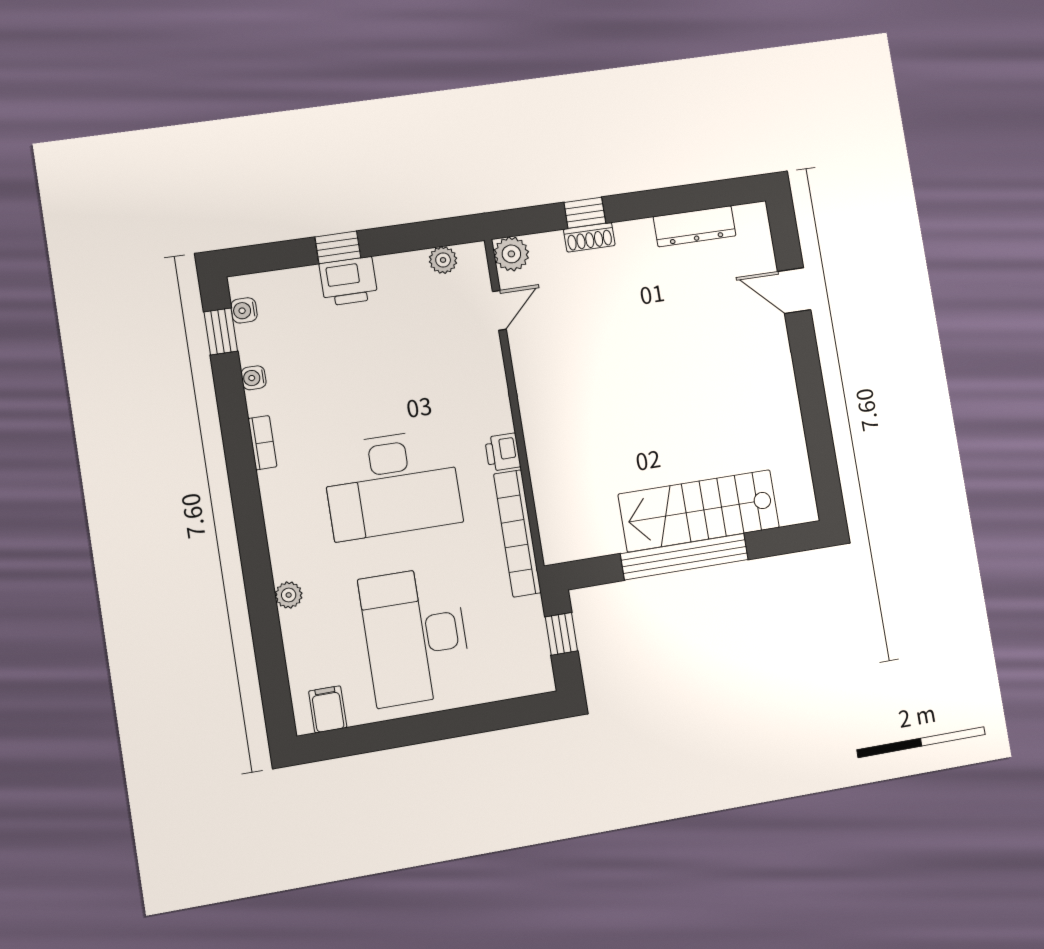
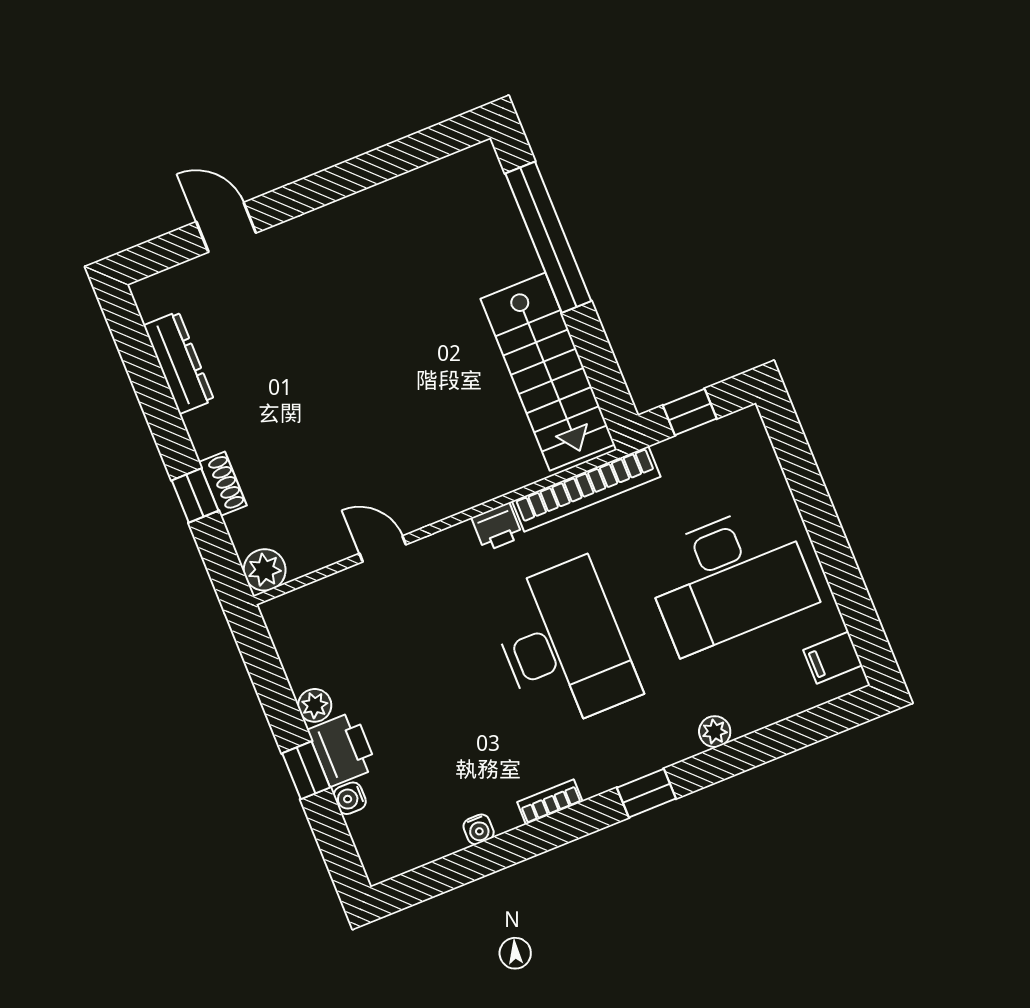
plant: (443, 260) -> (315, 705), moved
door: (794, 291) -> (226, 227), swing flipped
water cooler: (244, 310) -> (350, 798), moved, turned 90
door: (499, 310) -> (383, 549), moved
window: (221, 332) -> (646, 793), moved
stairs: (699, 511) -> (548, 372), moved
window: (684, 557) -> (548, 237), moved

